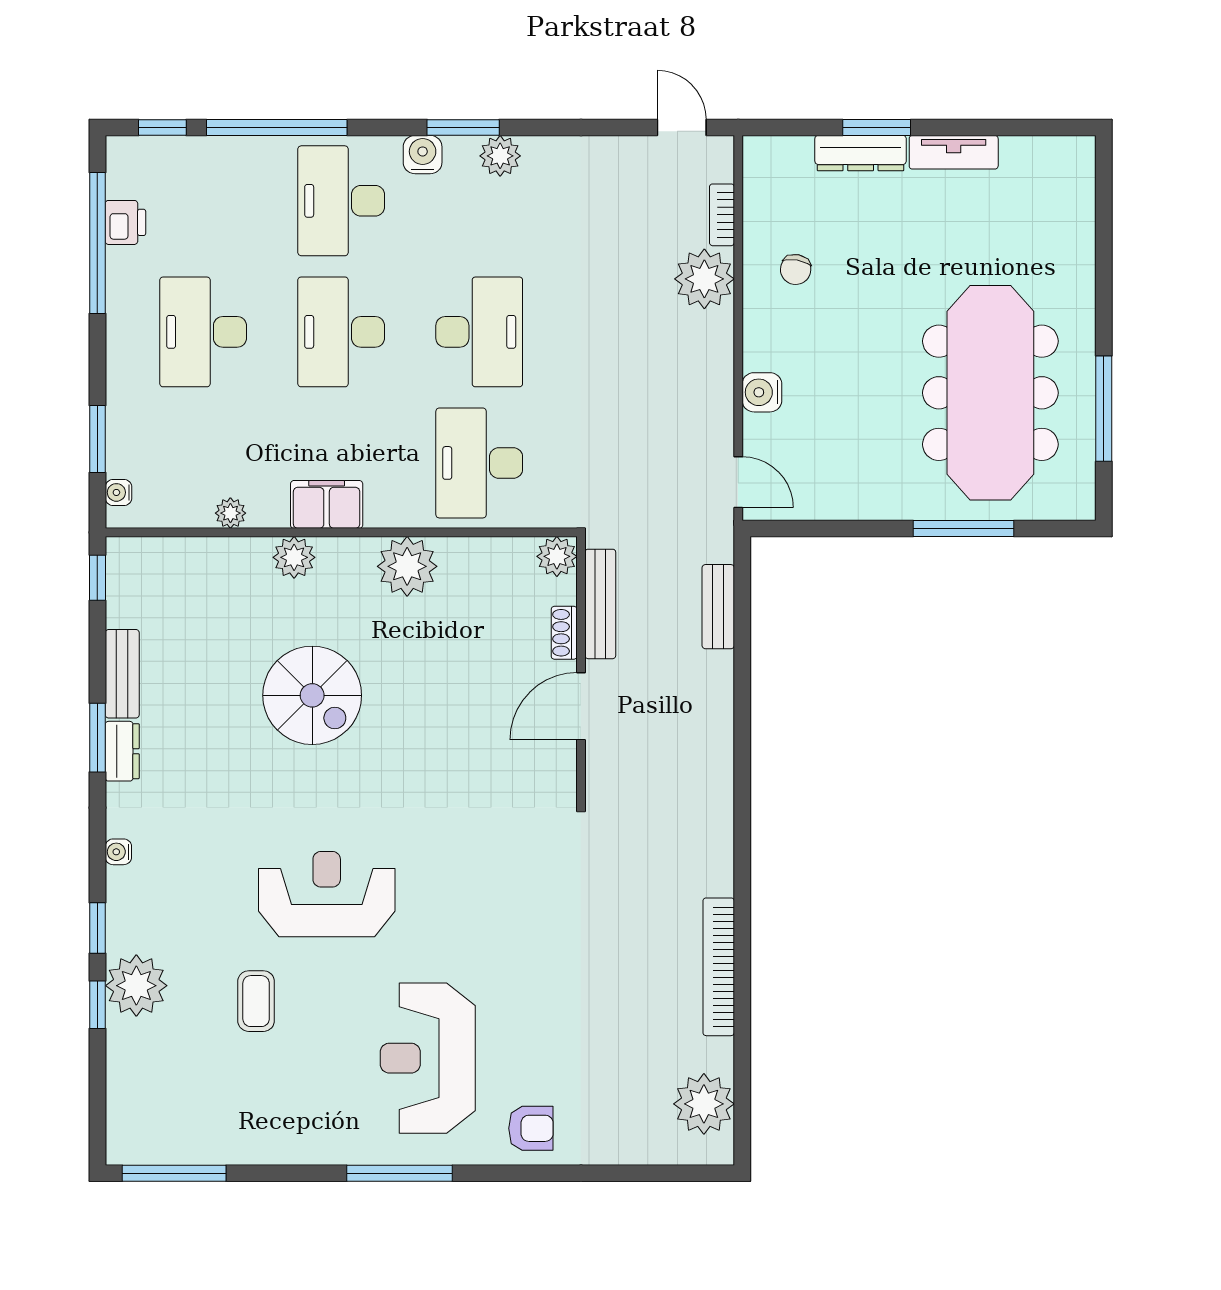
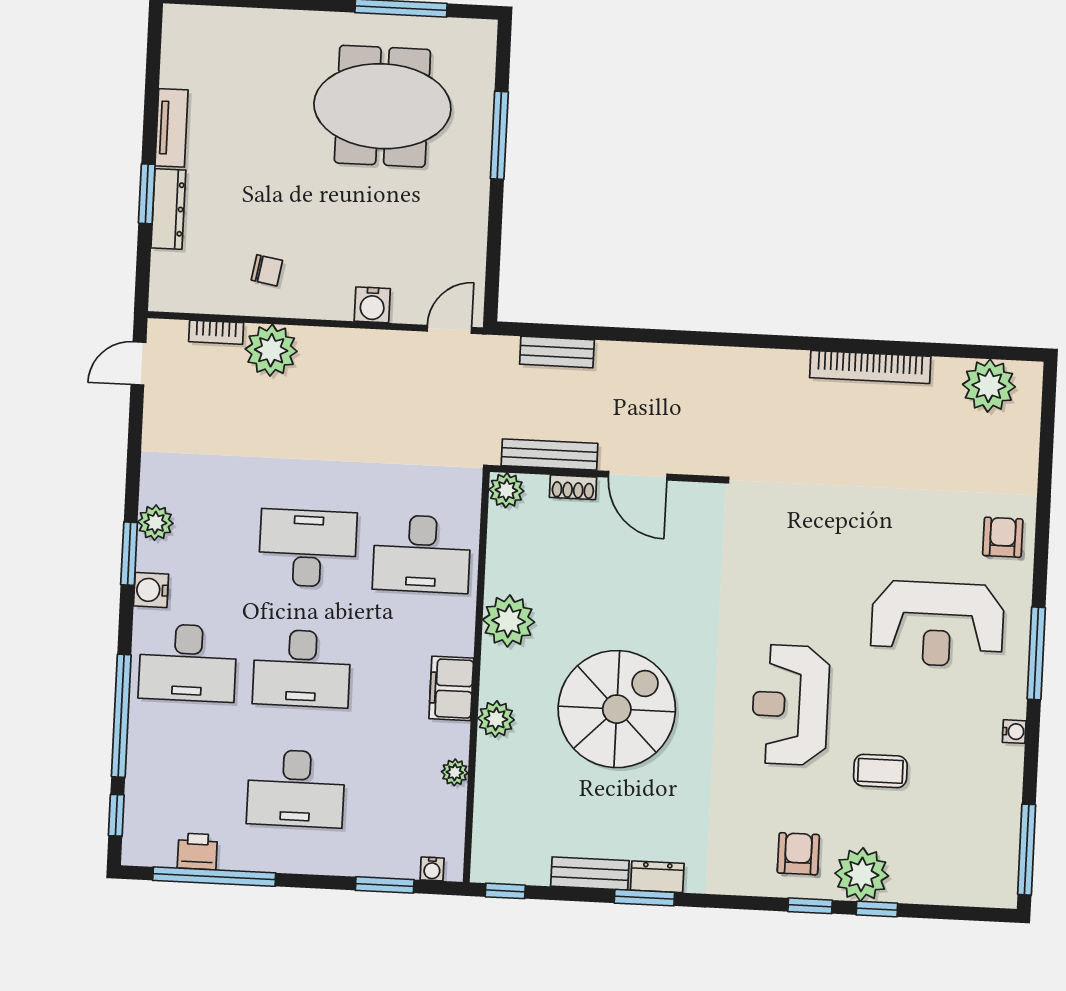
meeting table: (990, 393) -> (382, 106), width x0.73
spiral stairs: (312, 695) -> (617, 709), width x1.37, depth x1.37
water cooler: (118, 852) -> (1014, 732), moved, turned -90
armchair: (156, 912) -> (798, 854), added

